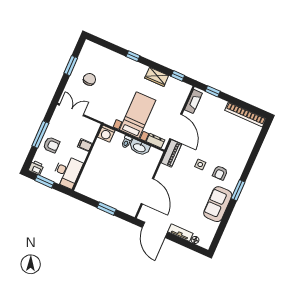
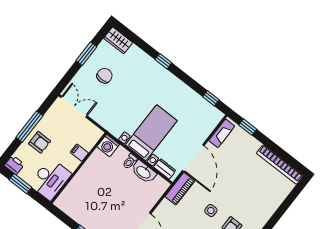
wardrobe: (157, 77) -> (118, 40), moved

